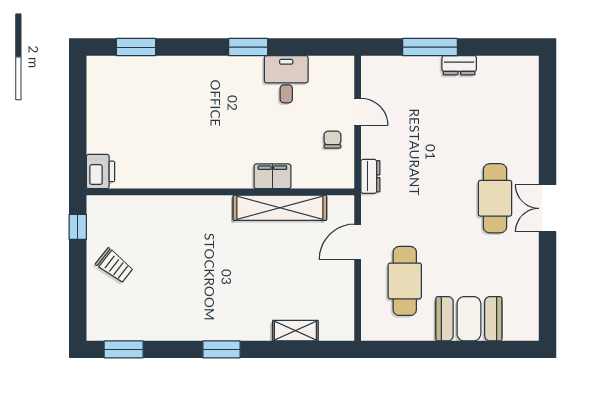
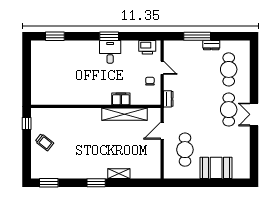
desk: (286, 79) -> (110, 52), moved
cafe table: (495, 115) -> (229, 69), added
printer: (101, 171) -> (147, 47), moved, turned 90
shelving: (295, 331) -> (119, 174), moved

